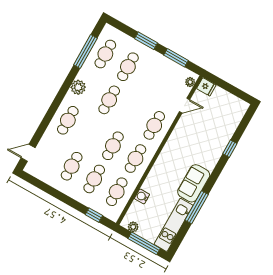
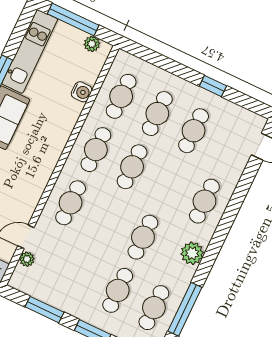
plant: (190, 82) -> (27, 259), moved
window: (94, 215) -> (213, 86), moved

